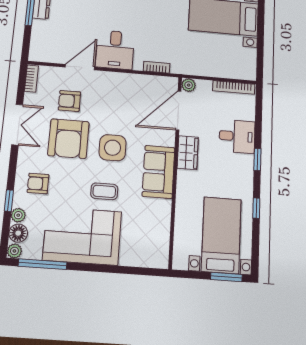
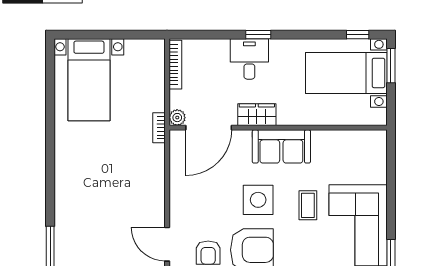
desk: (115, 50) -> (142, 206), removed
bookcase: (157, 67) -> (159, 128), moved
door: (178, 111) -> (209, 128), hinge flipped
desk: (237, 136) -> (249, 59), moved
window: (256, 208) -> (358, 35), moved

